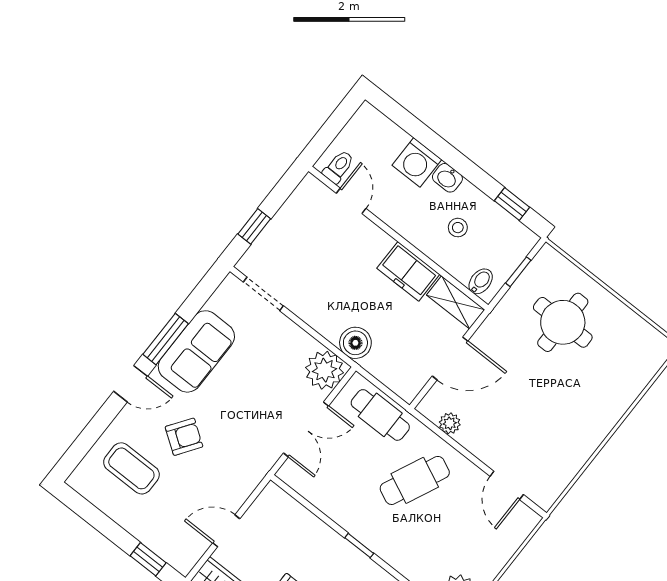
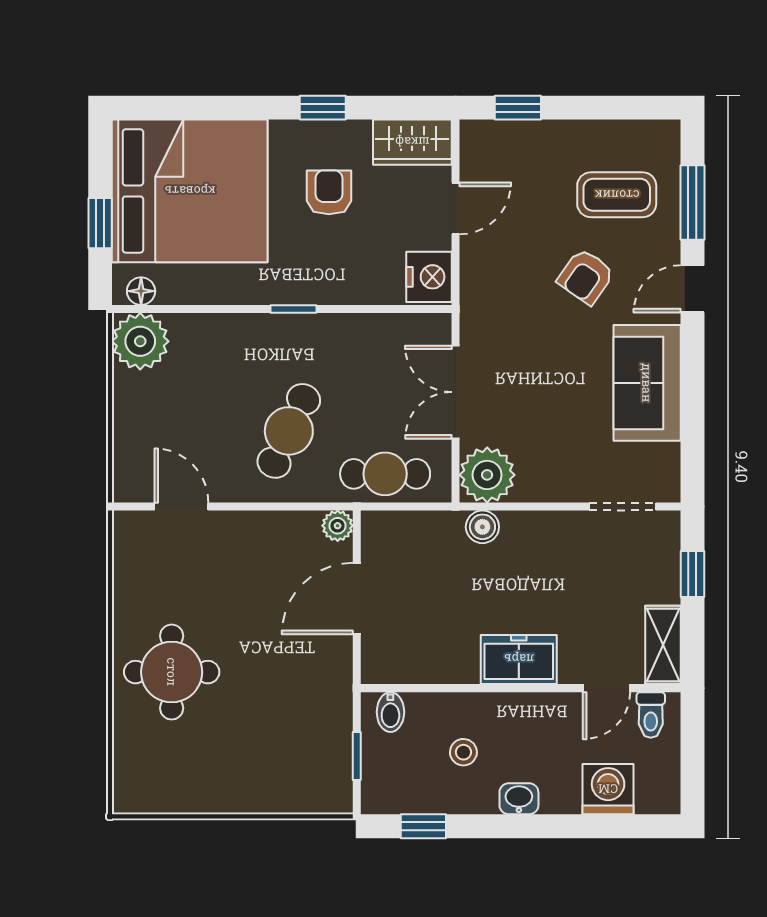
washing machine: (417, 162) -> (608, 789), moved
door: (351, 201) -> (606, 688), hinge flipped
freezer: (408, 271) -> (519, 659), moved
shelving: (456, 302) -> (663, 645), moved, turned 90
round table: (563, 322) -> (172, 672), moved
window: (166, 339) -> (692, 202), moved
boiler: (355, 343) -> (482, 527), width x0.73, depth x0.73
plant: (450, 423) -> (338, 526), moved
nightstand: (271, 505) -> (429, 277), added

